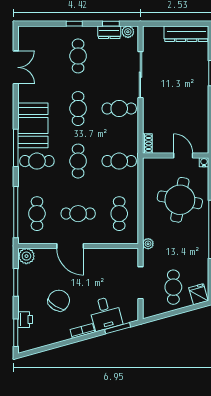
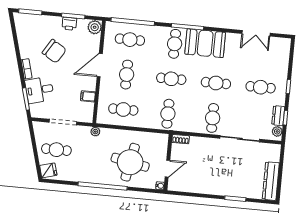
filing cabinet: (108, 256) -> (88, 96), added
printer: (25, 320) -> (69, 24), moved

